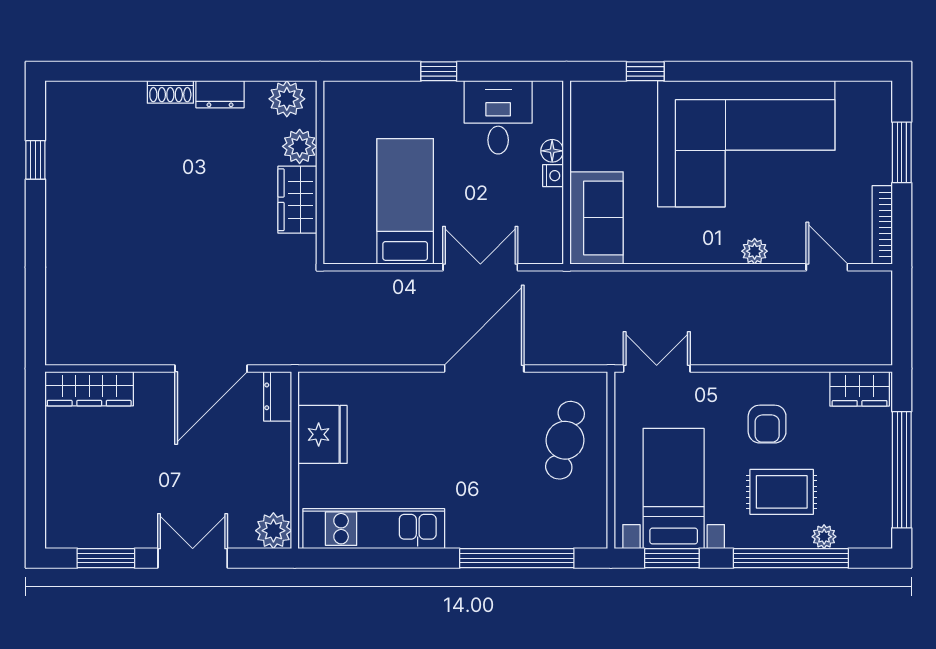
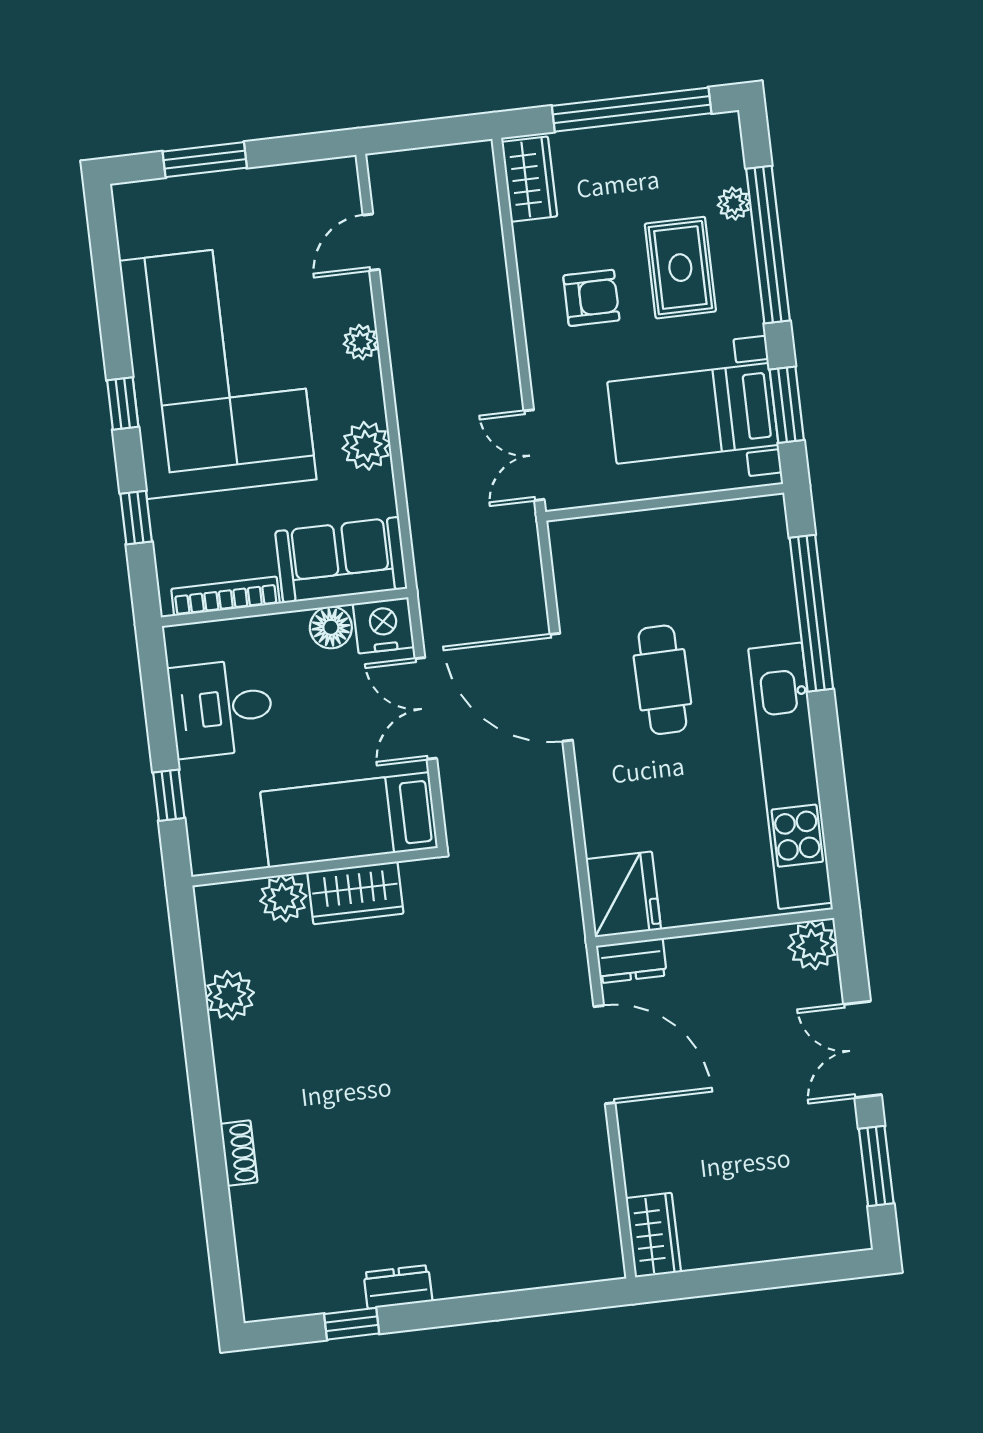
window: (730, 71) -> (123, 404), added
dresser: (220, 94) -> (398, 1287), moved, turned -90
plant: (300, 146) -> (283, 898), moved
floor lamp: (552, 151) -> (331, 627), moved, width x1.37, depth x1.37
wall: (320, 172) -> (315, 867), moved
nightstand: (553, 176) -> (383, 625), moved, width x1.89, depth x1.79
wardrobe: (297, 200) -> (355, 893), moved
bookcase: (882, 225) -> (225, 596), moved, turned 180
plant: (678, 246) -> (366, 446), added
wardrobe: (89, 389) -> (653, 1235), width x0.67
fridge: (322, 434) -> (623, 894), moved, turned 90
cafe table: (565, 440) -> (662, 680), moved, turned 76
kitchen unit: (374, 529) -> (790, 776), width x1.36

